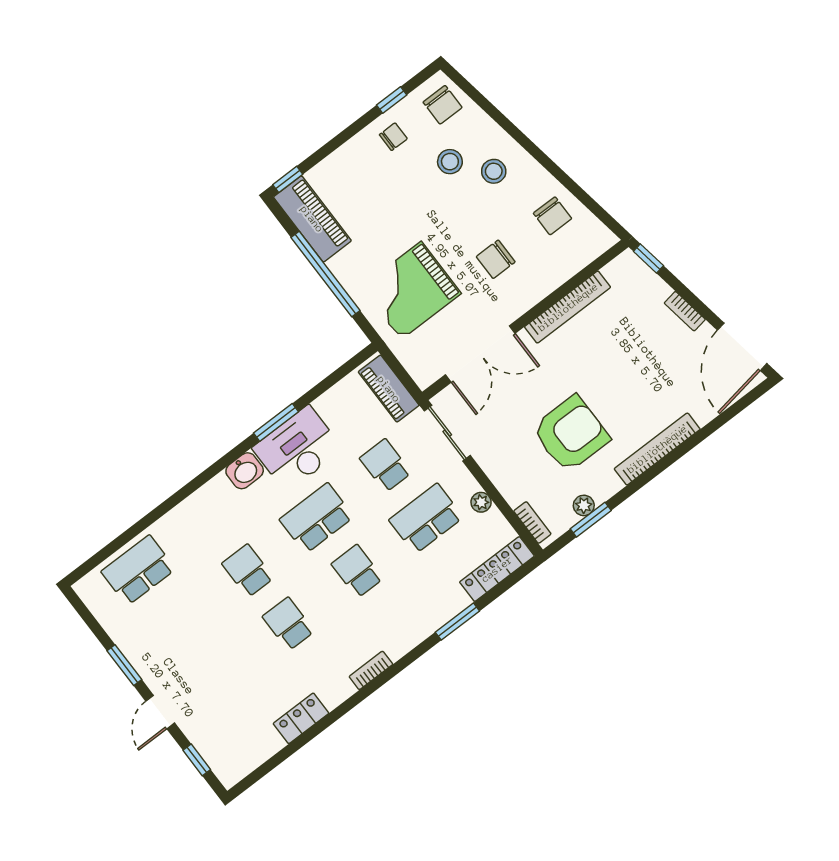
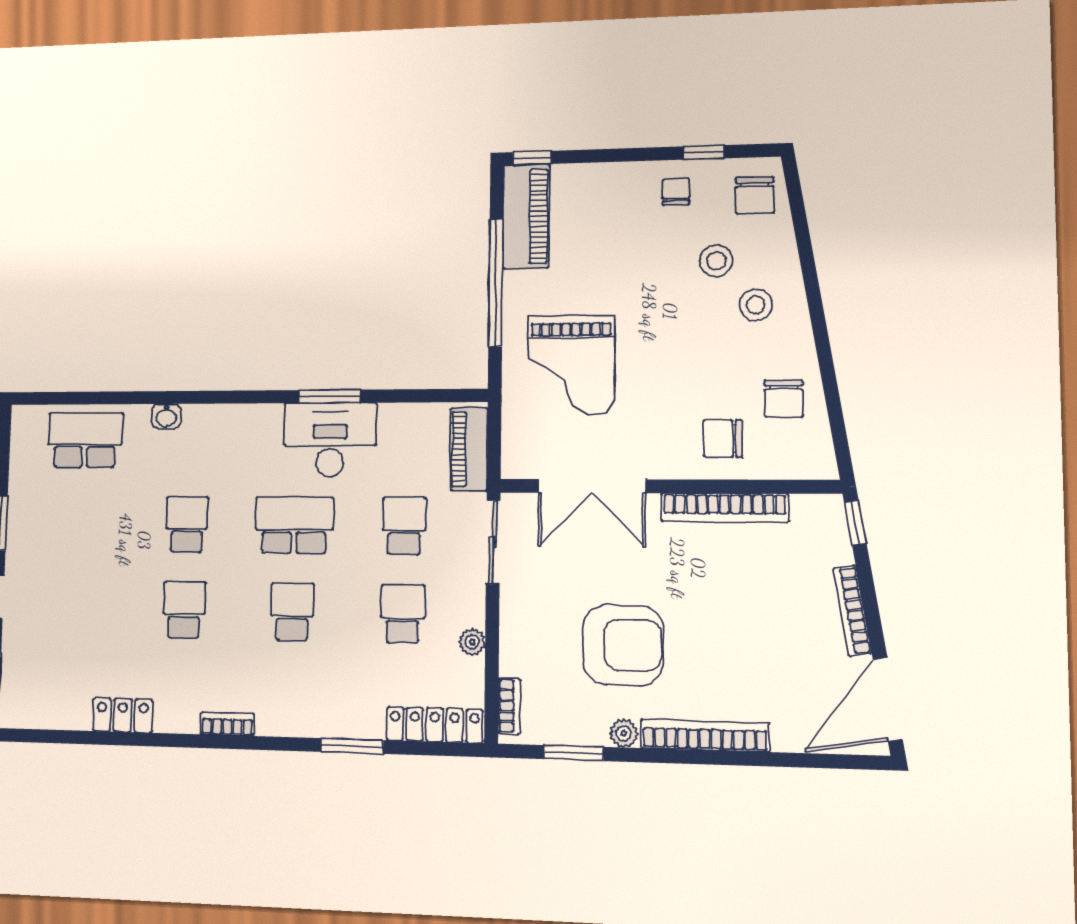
chair: (393, 137) -> (676, 192), turned -90
chair: (496, 259) -> (723, 438), moved
grand piano: (411, 290) -> (571, 365), turned -90
bookcase: (685, 311) -> (852, 611), width x1.56
washbasin: (245, 471) -> (166, 416), moved, width x0.72, depth x0.69
plant: (584, 505) -> (624, 733), moved
school desk: (426, 519) -> (403, 614), width x0.54

